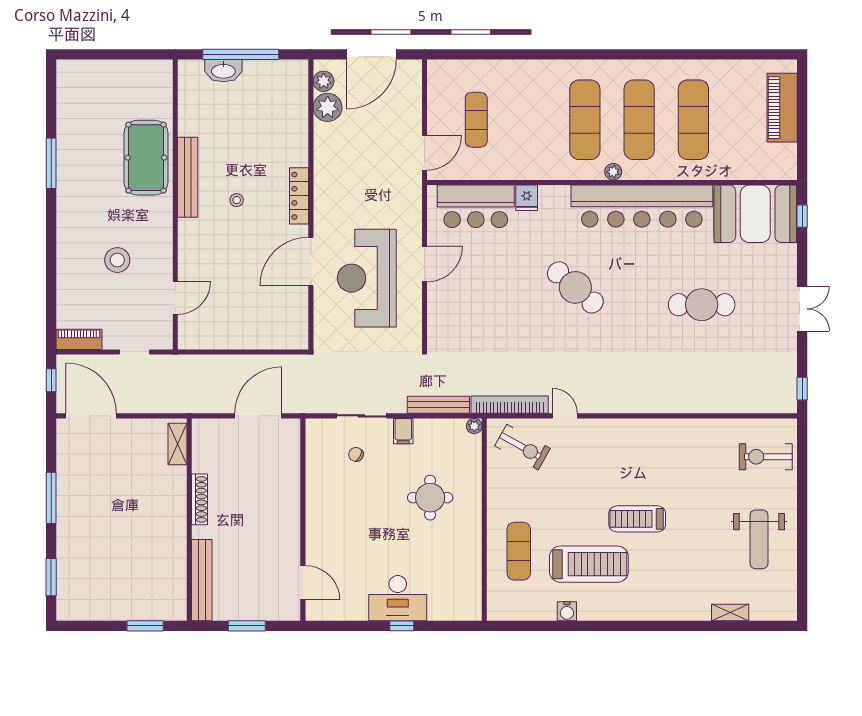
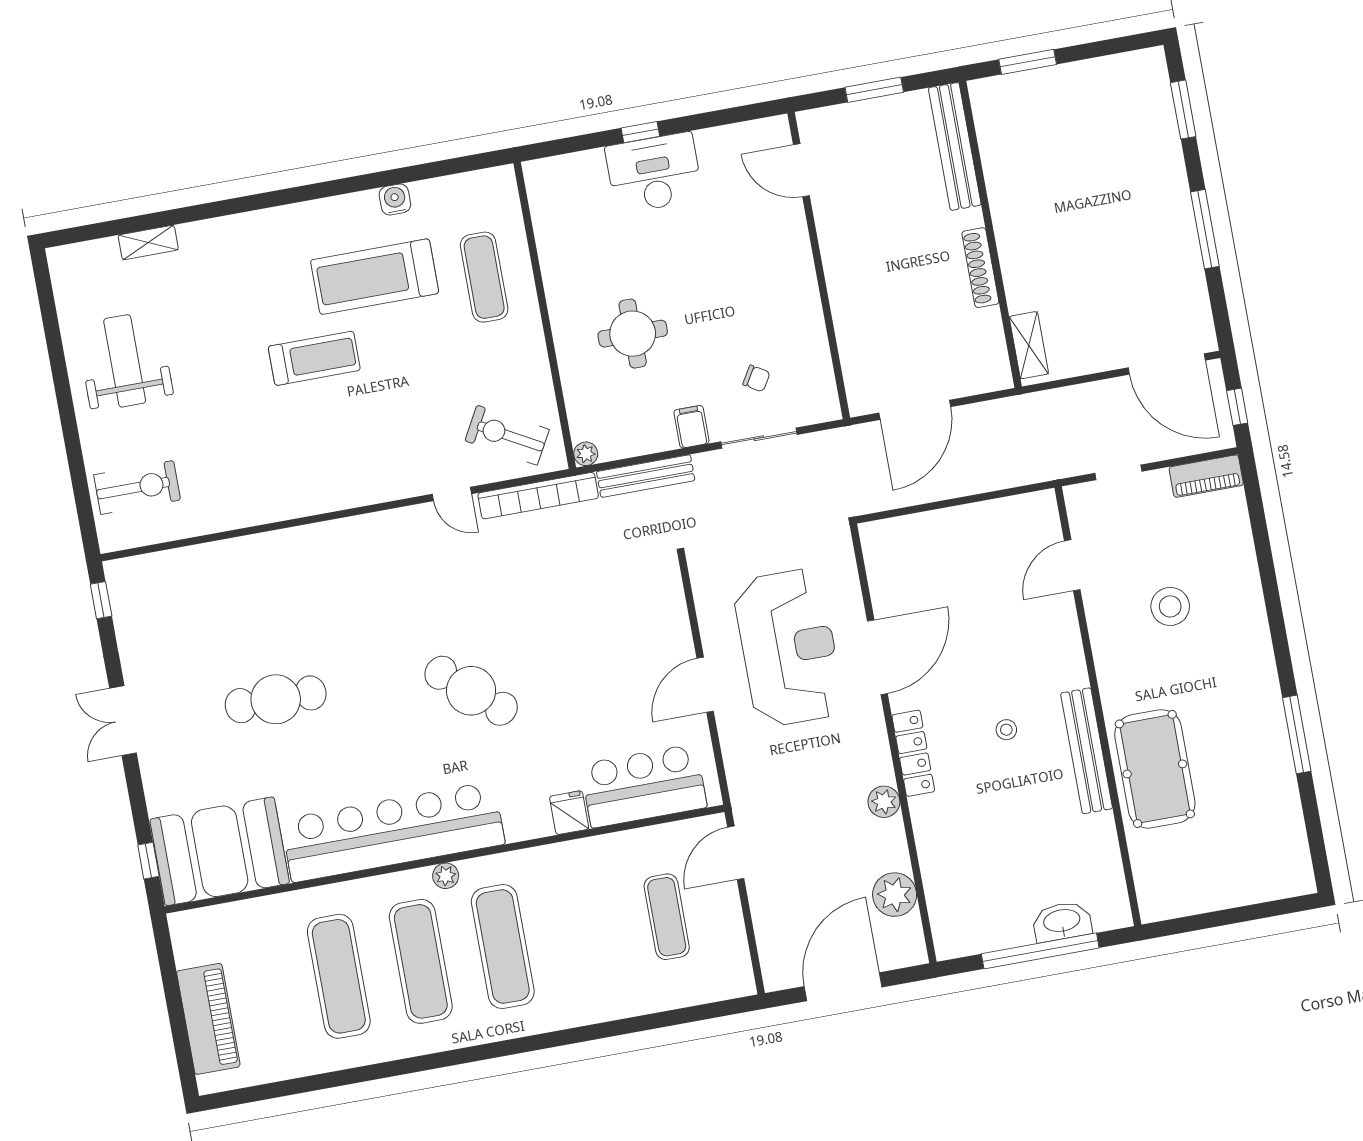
plant: (324, 81) -> (884, 802), moved

